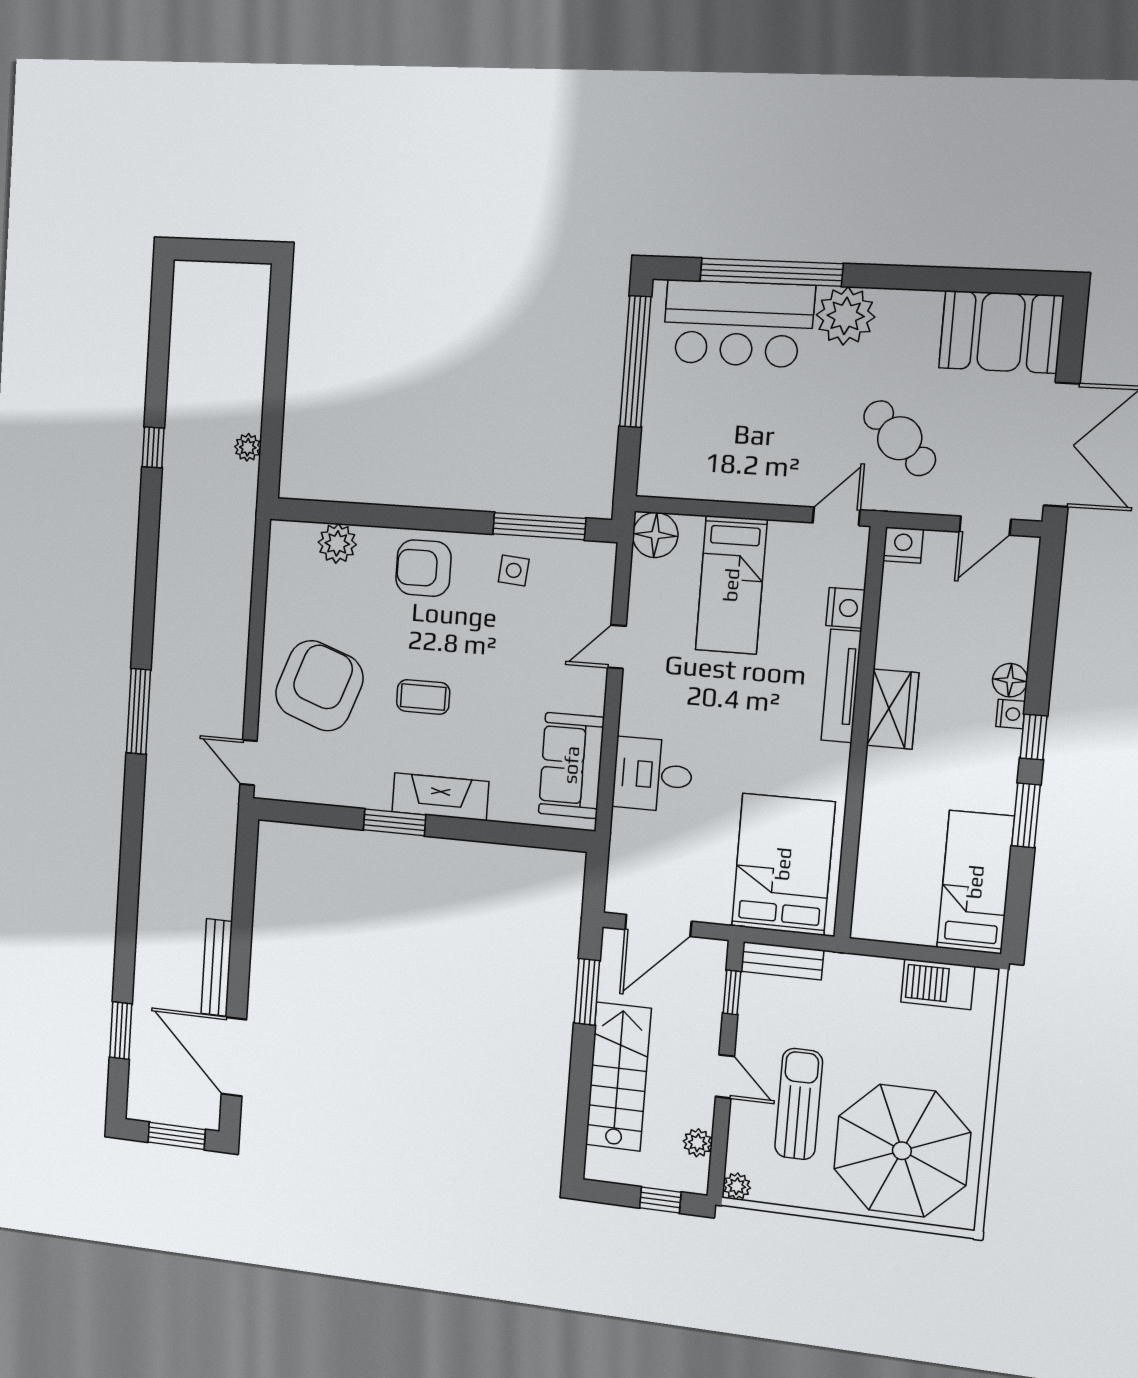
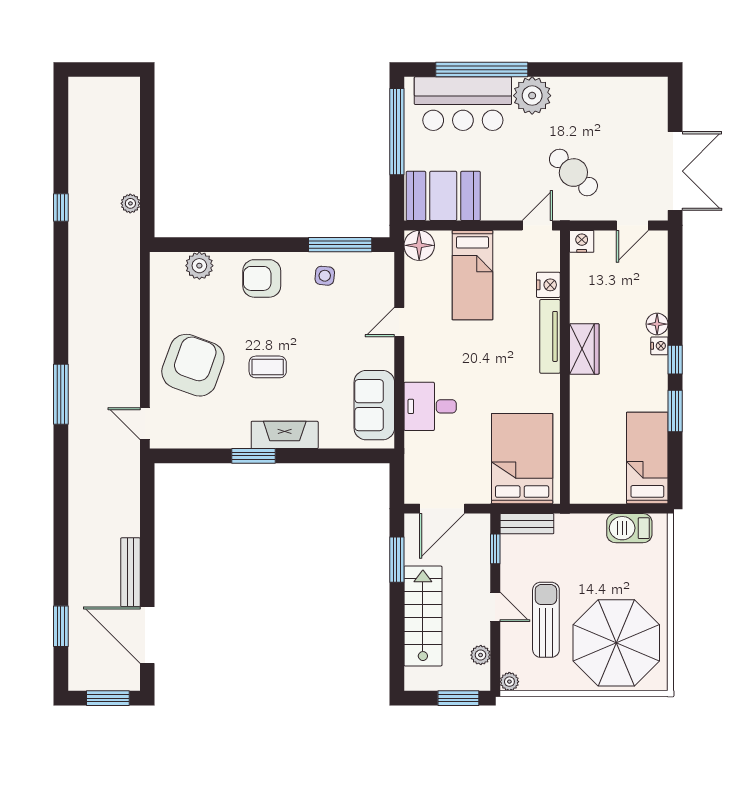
booth: (1001, 332) -> (443, 196), moved
window: (660, 1200) -> (458, 698), width x1.50

